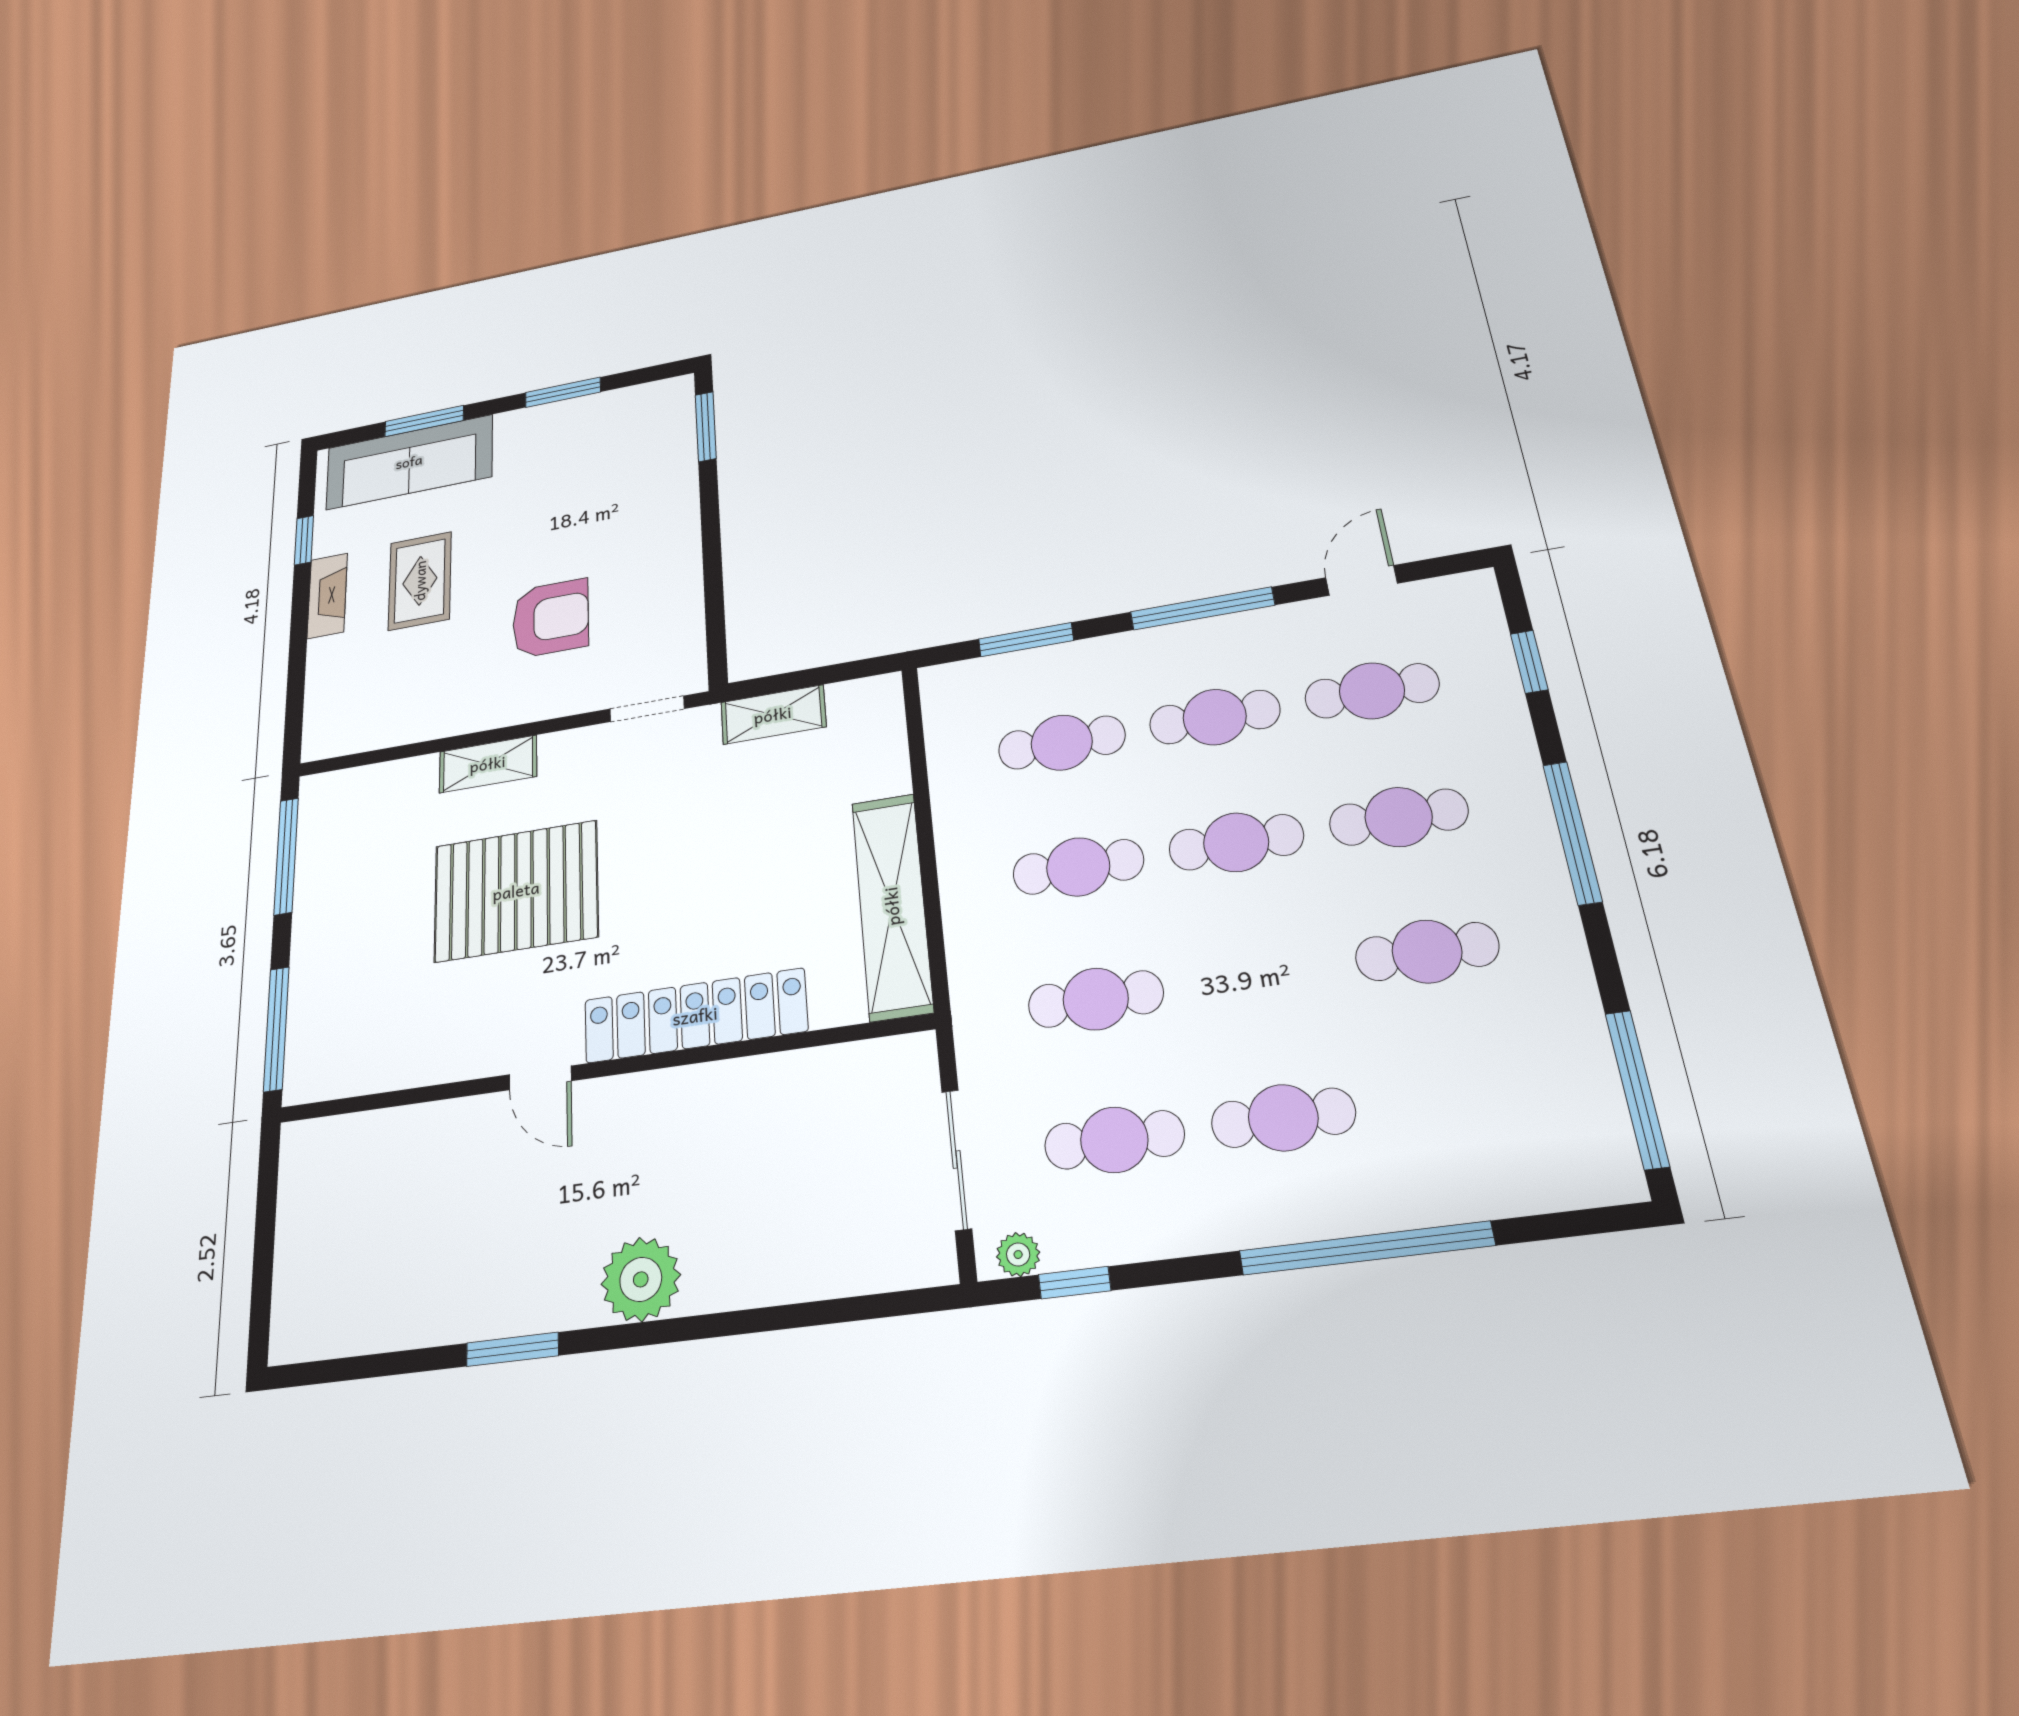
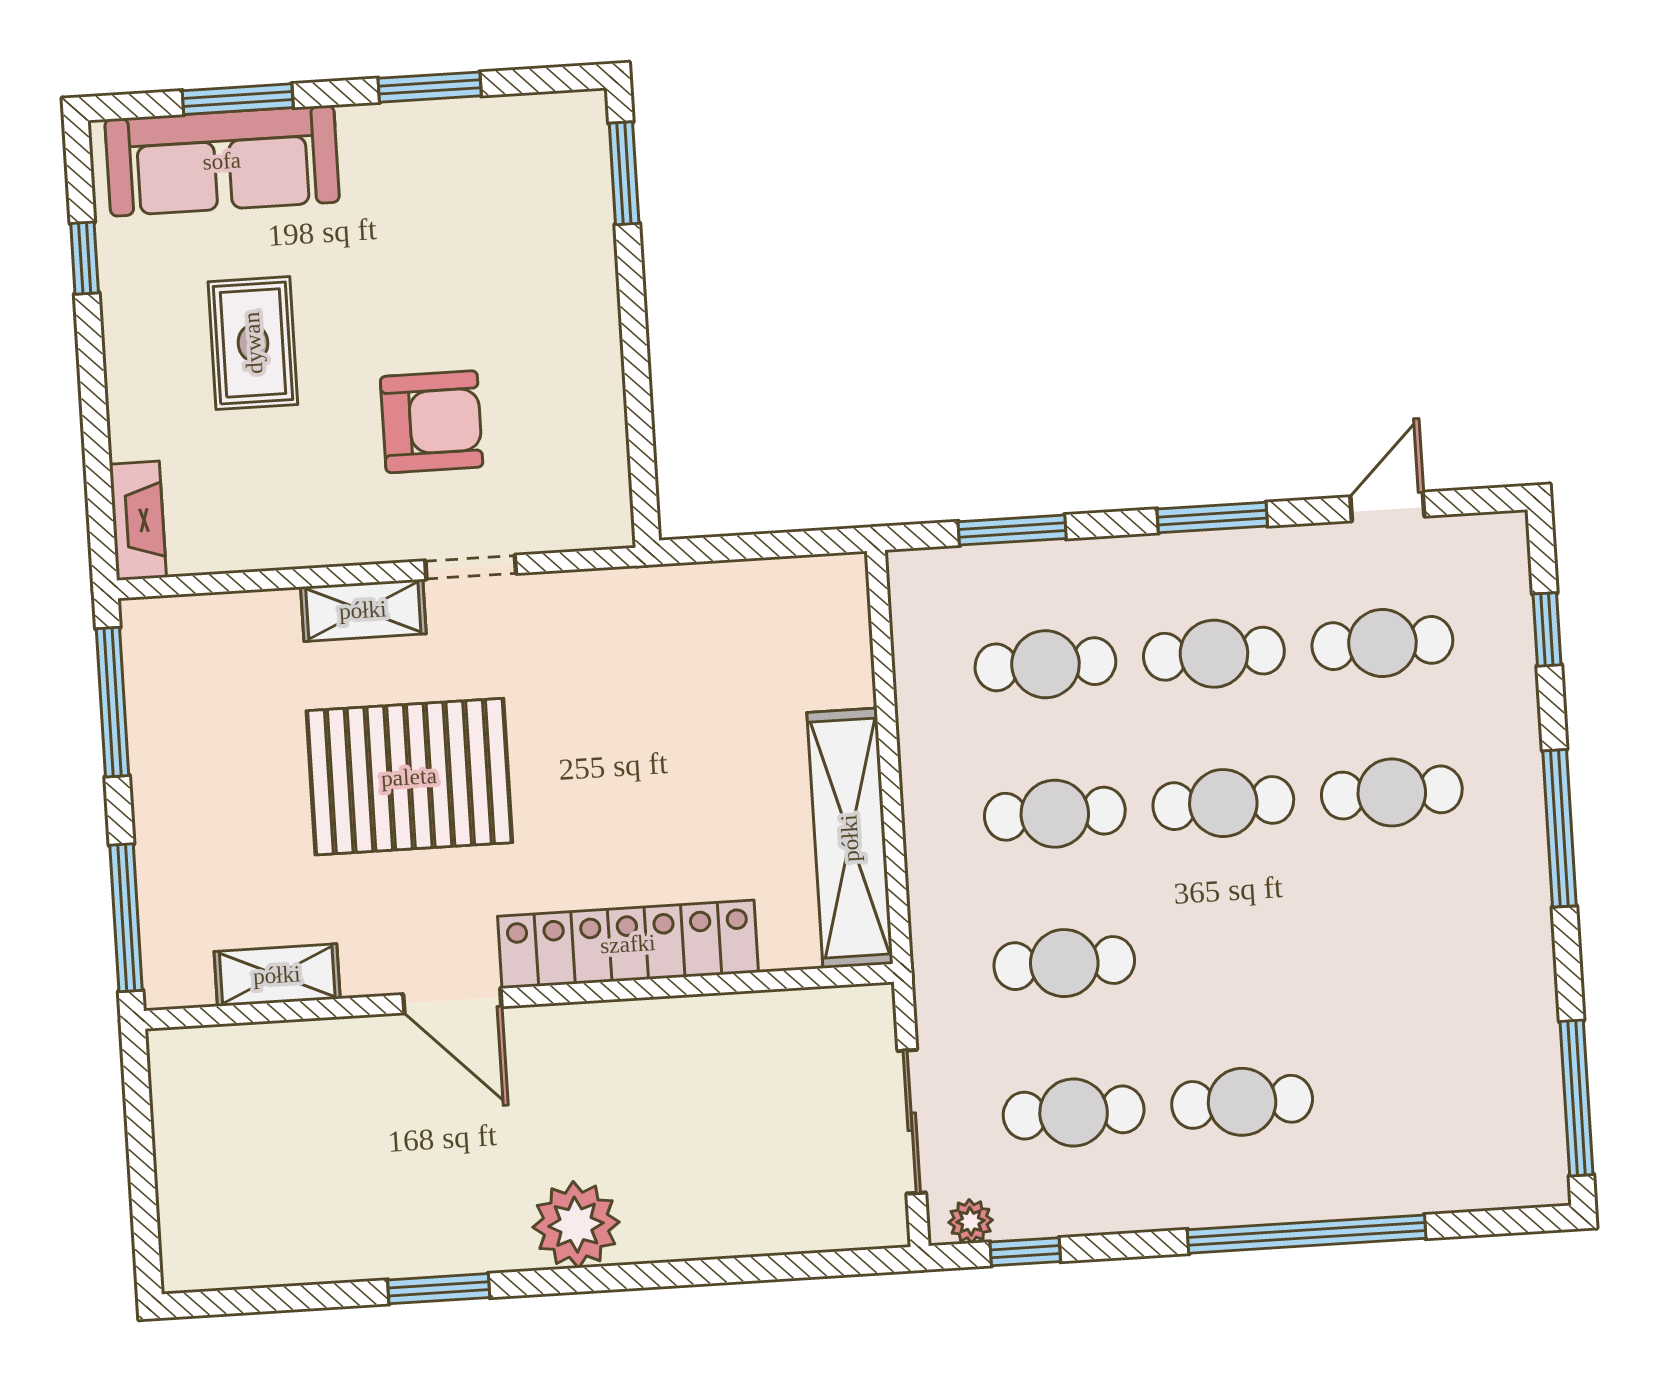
fireplace: (327, 596) -> (138, 521), moved
window: (1202, 609) -> (1212, 518), width x0.69
doorway: (647, 709) -> (471, 567), moved
shelving: (773, 715) -> (277, 975), moved
cafe table: (1427, 951) -> (1401, 942), removed
door: (540, 1078) -> (452, 1001), width x1.38

